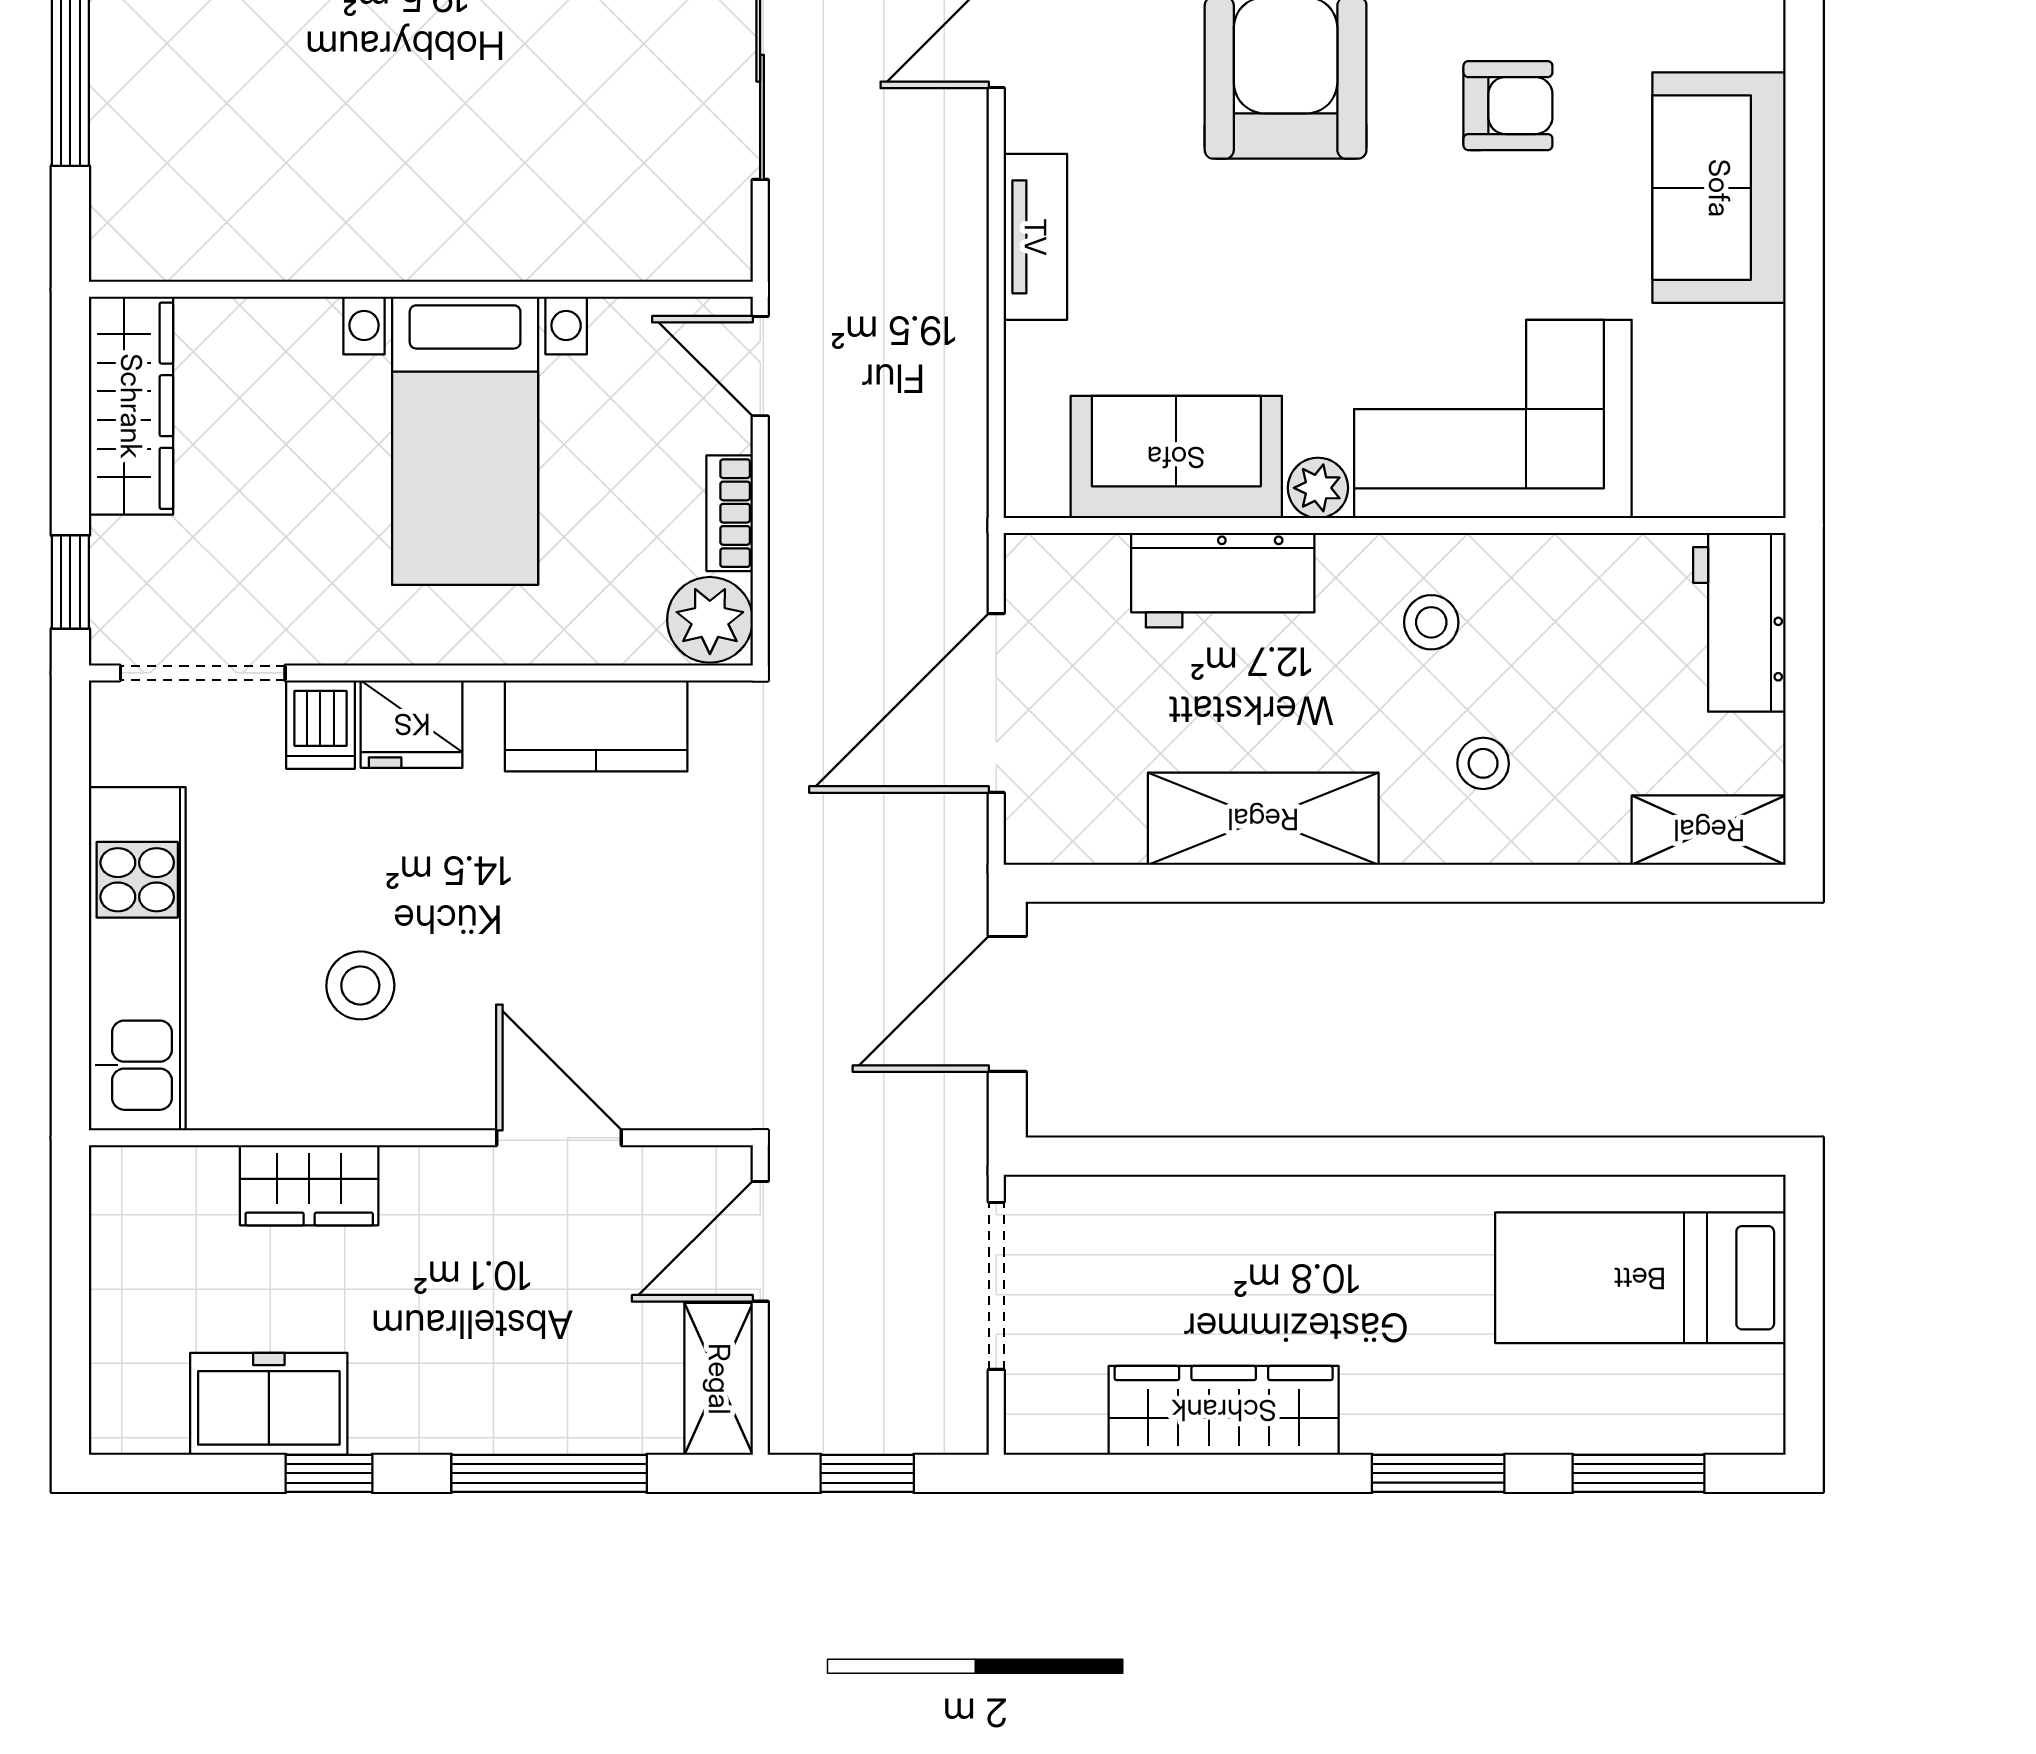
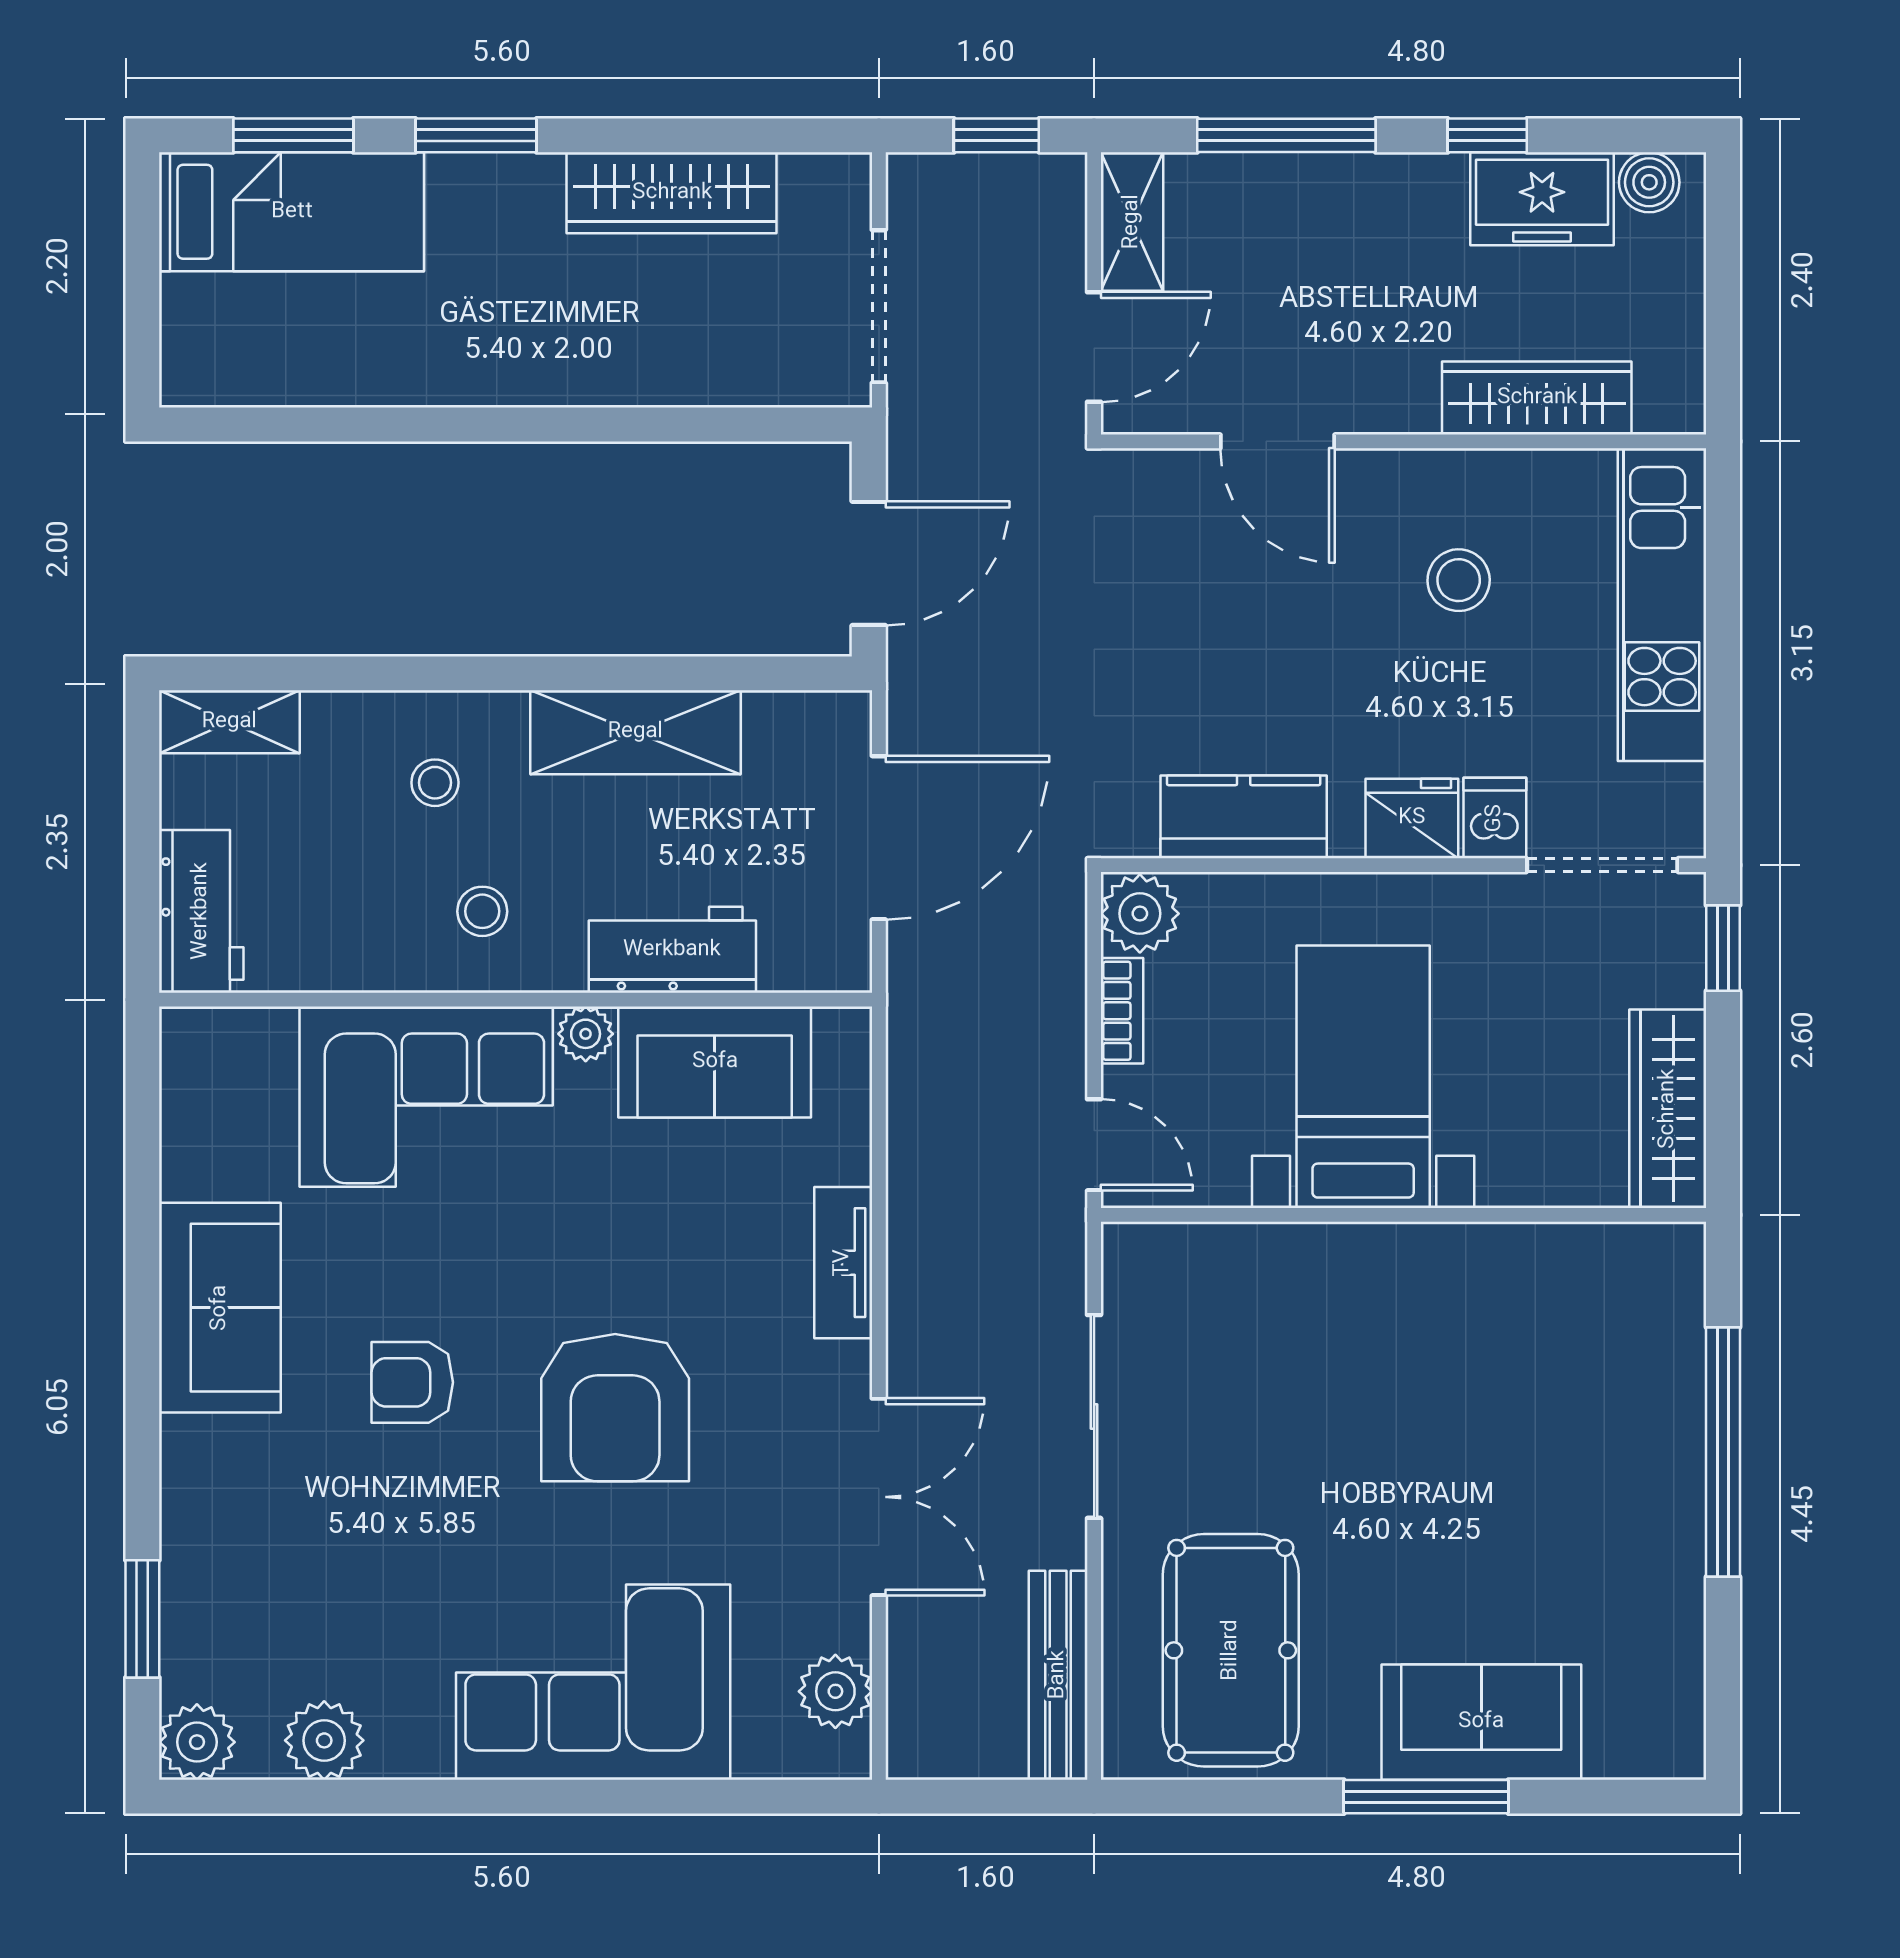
wardrobe: (309, 1185) -> (1537, 398), width x1.50
bed: (1640, 1278) -> (292, 212), moved
boiler: (151, 1422) -> (1649, 182), added

